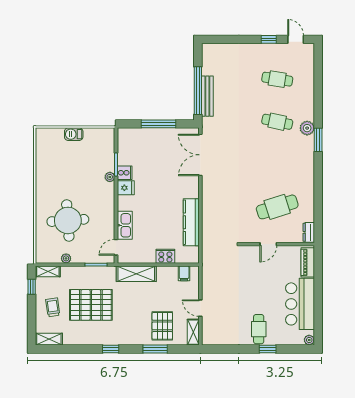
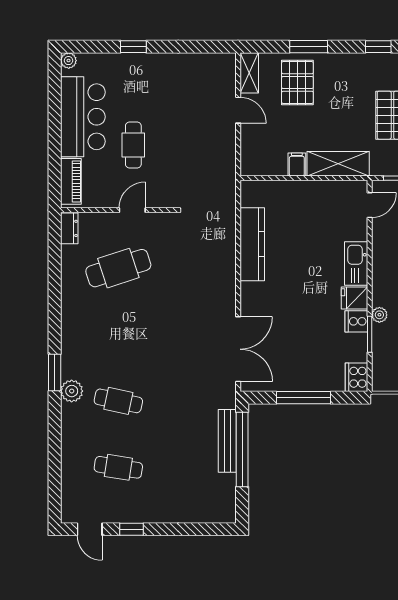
kitchen sink: (125, 225) -> (356, 263), moved
cooker: (165, 256) -> (357, 377), moved, turned 90
filing cabinet: (184, 273) -> (297, 164), moved
cafe table: (259, 329) -> (133, 145), moved

